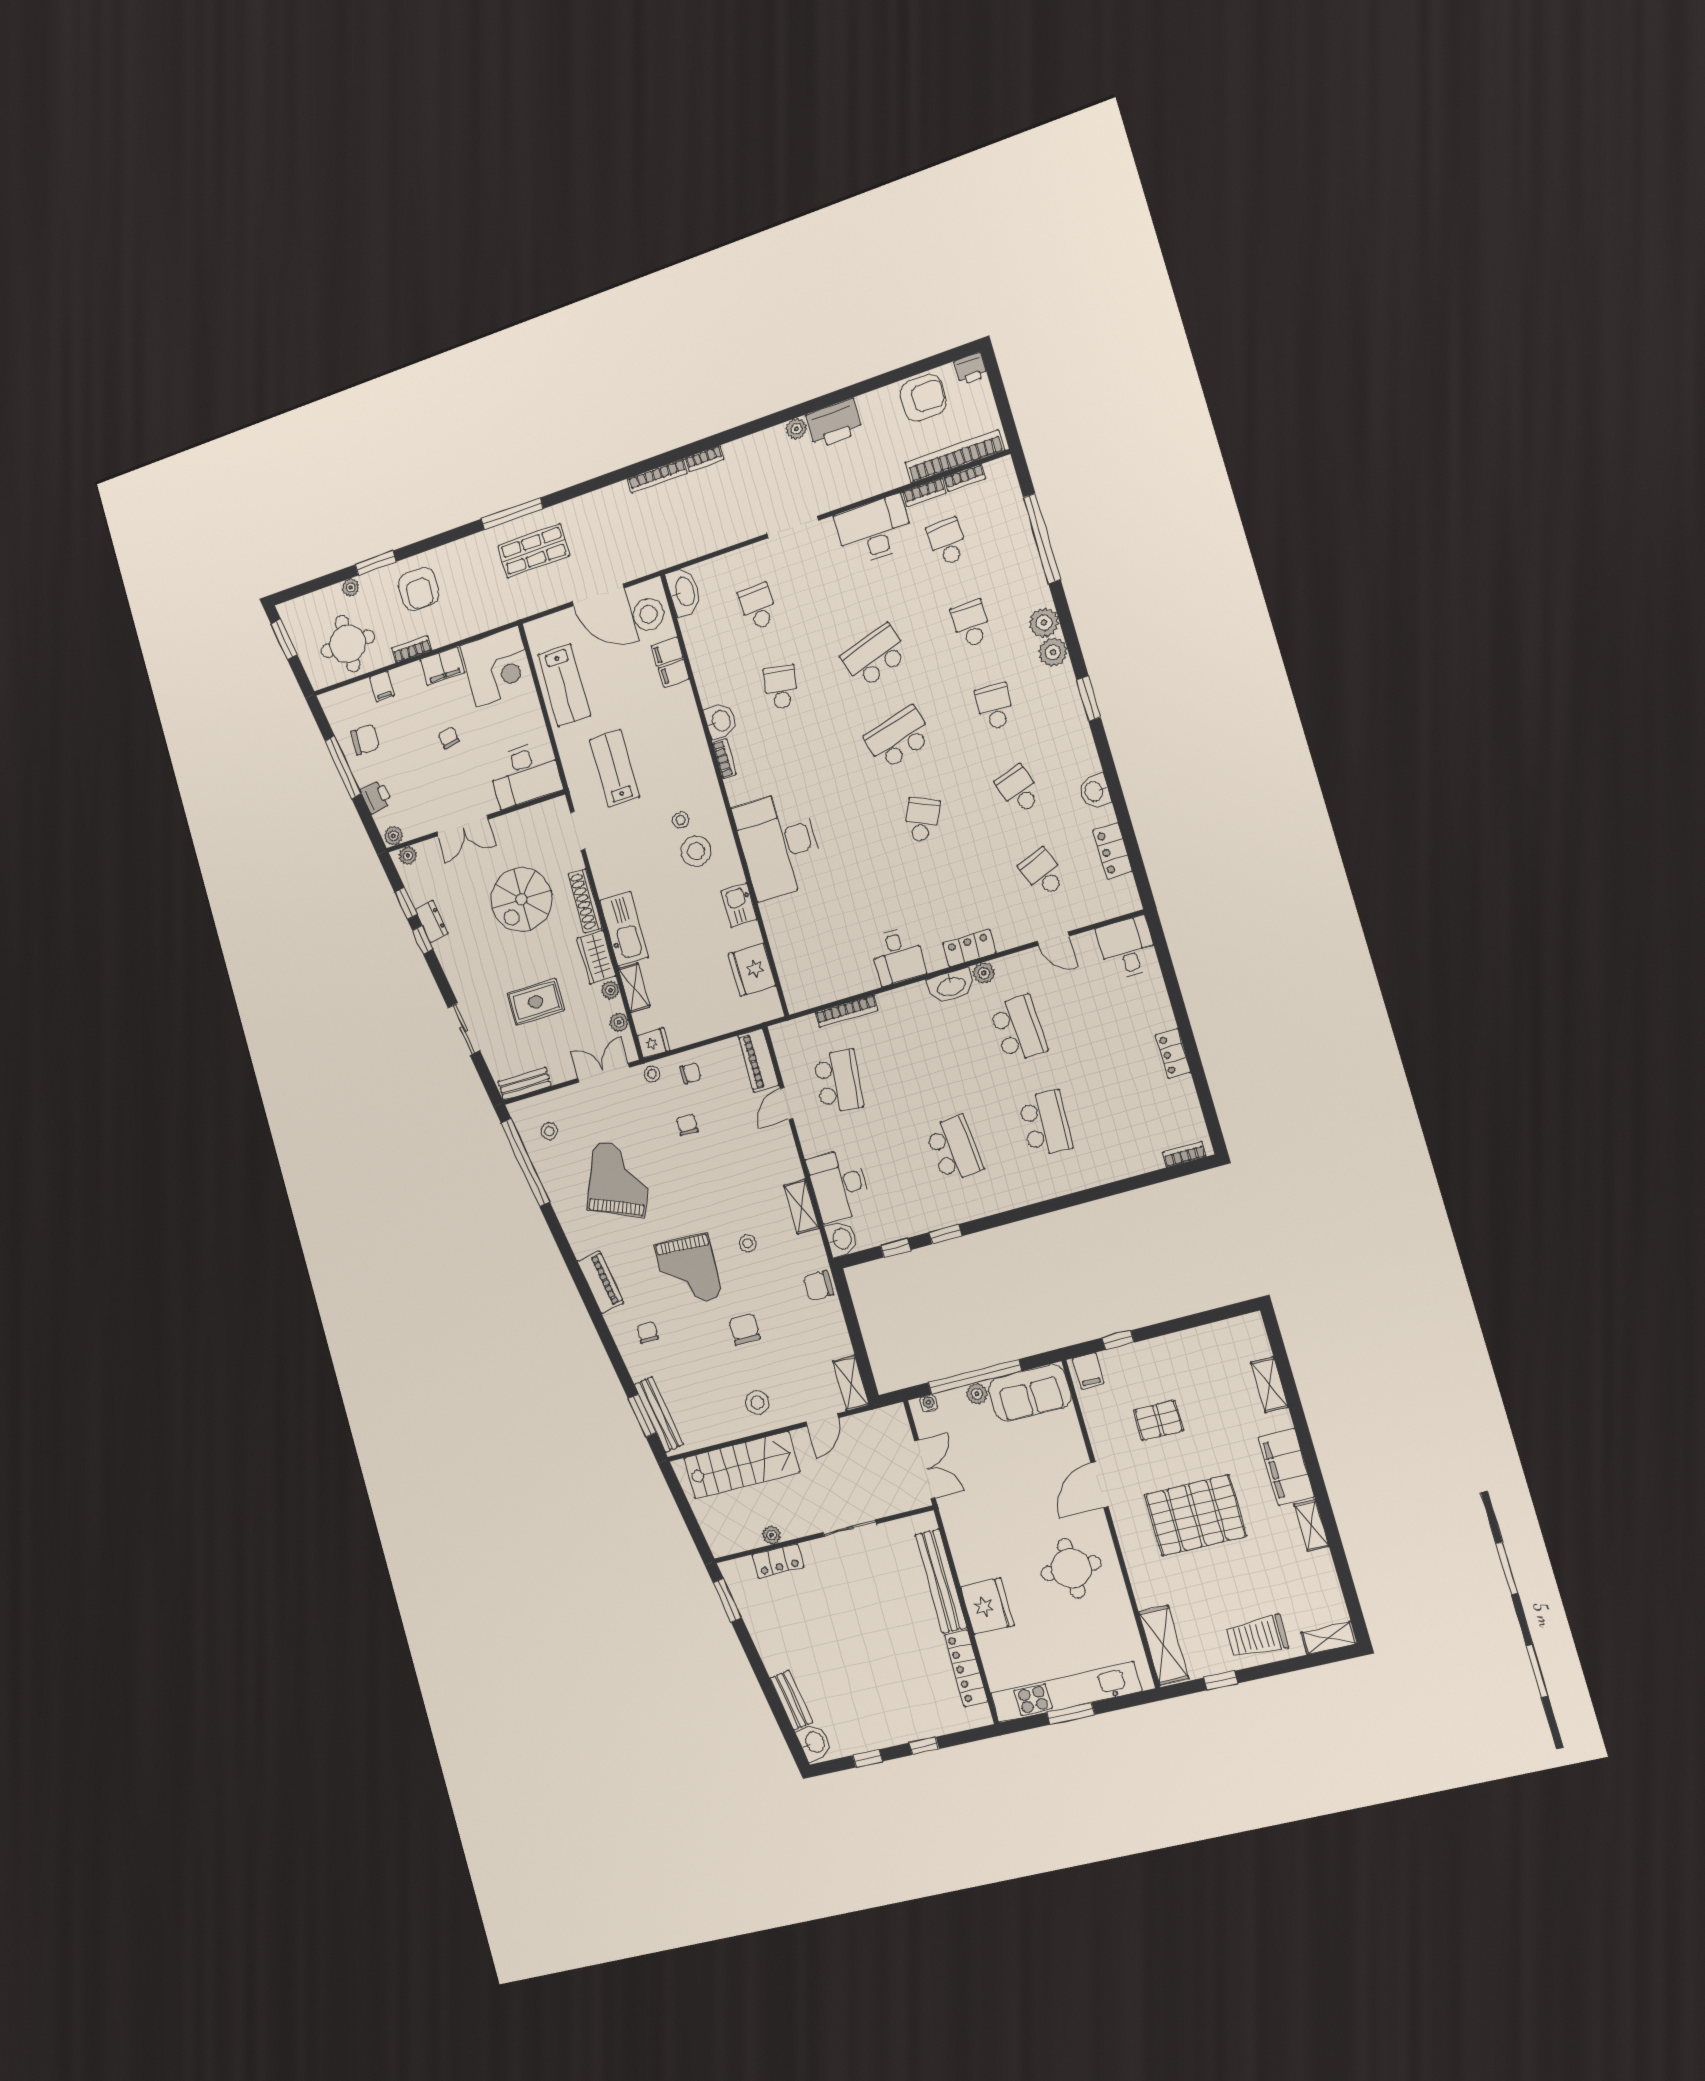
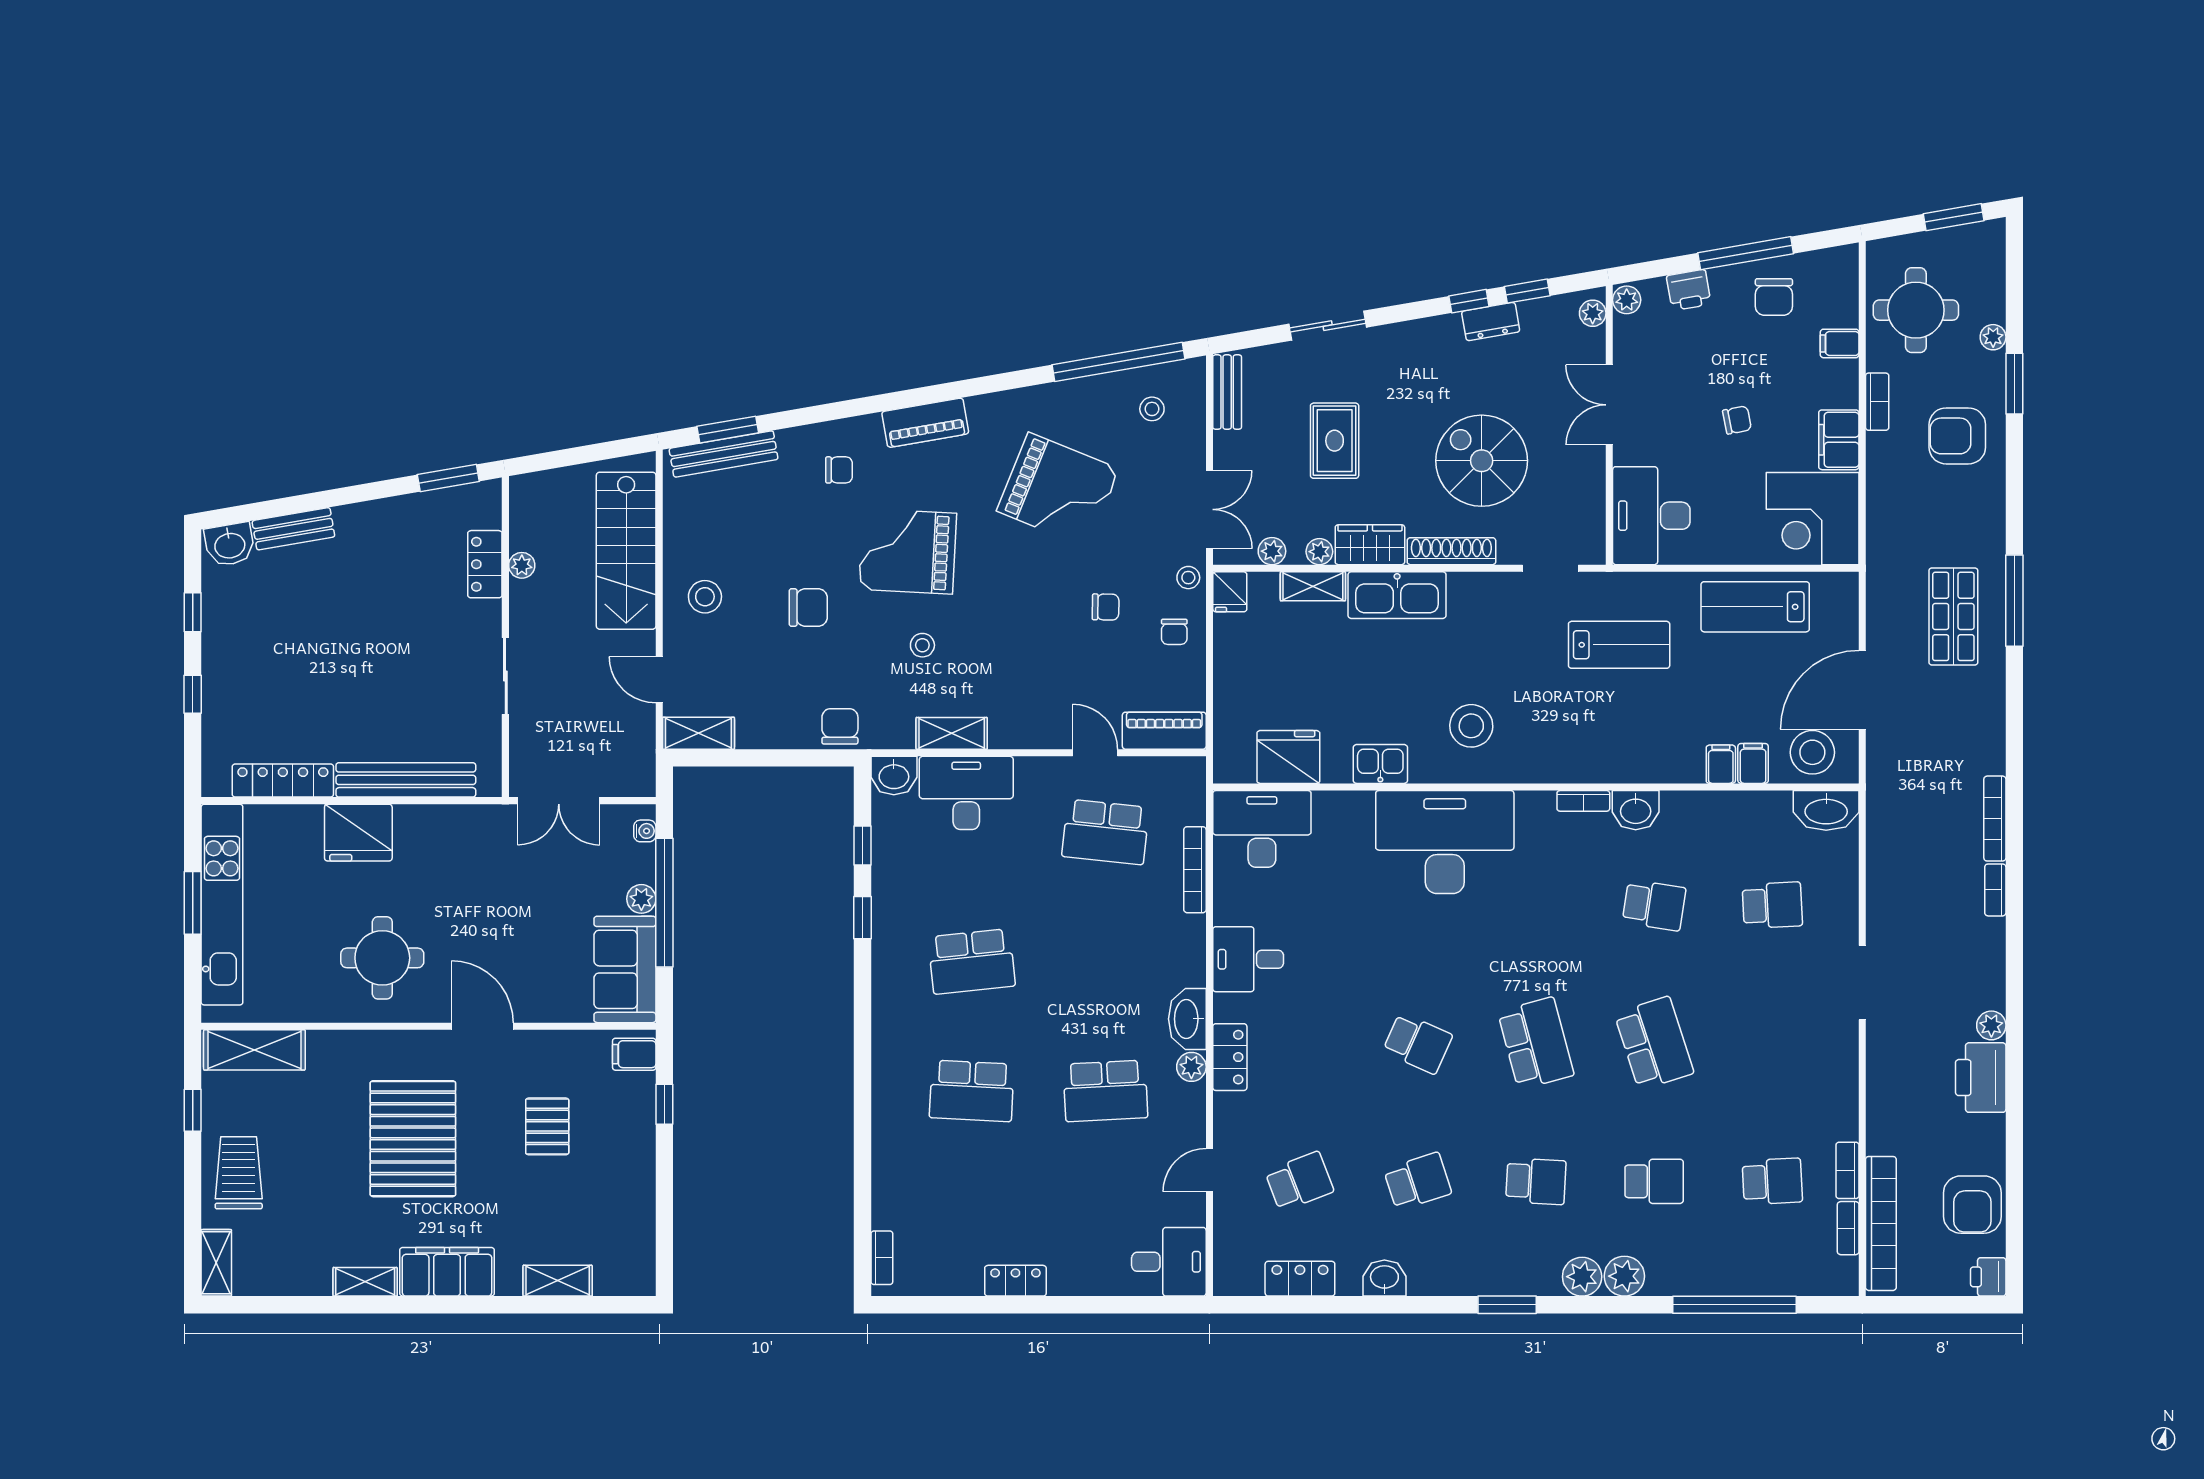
desk: (874, 530) -> (1262, 829), moved, turned -90
stool: (681, 820) -> (1520, 717), removed

